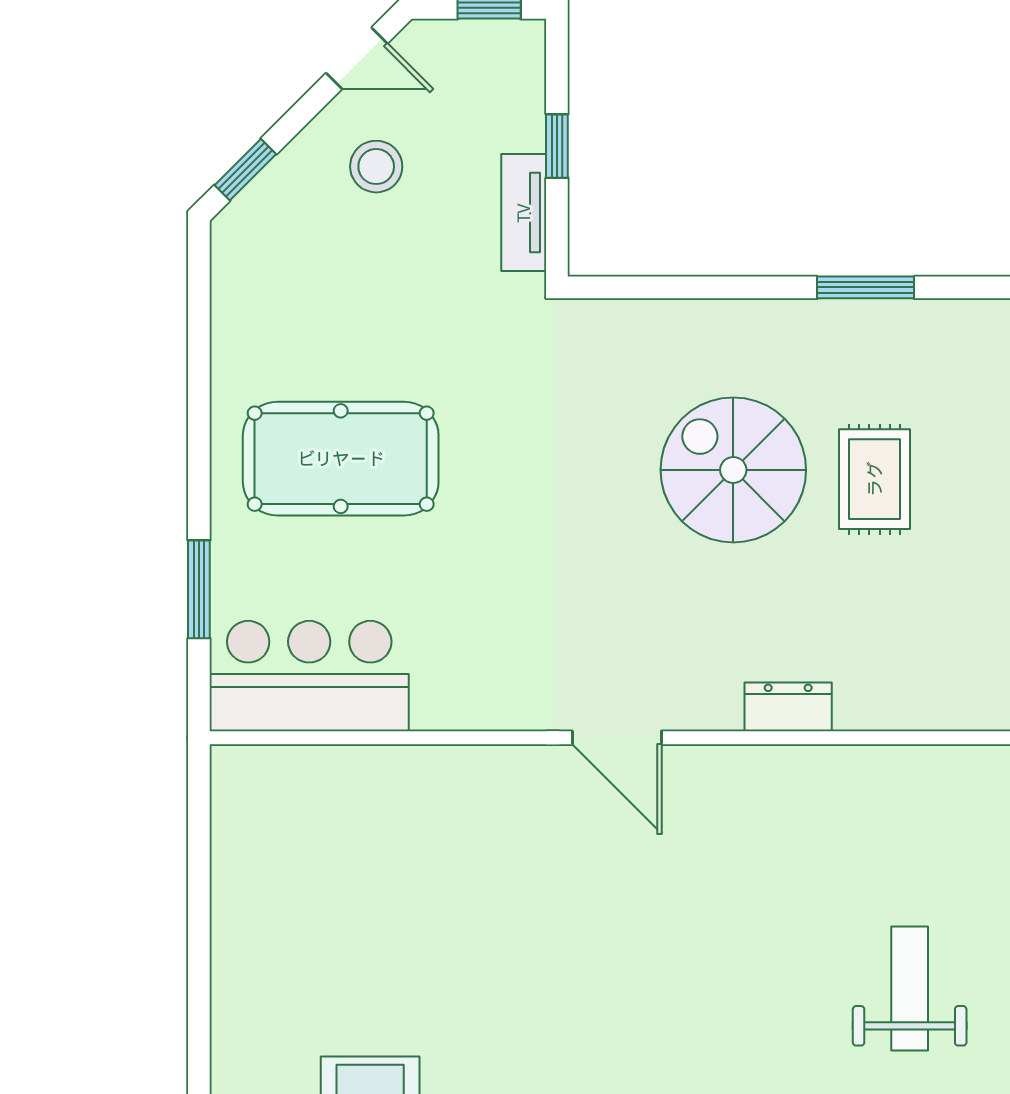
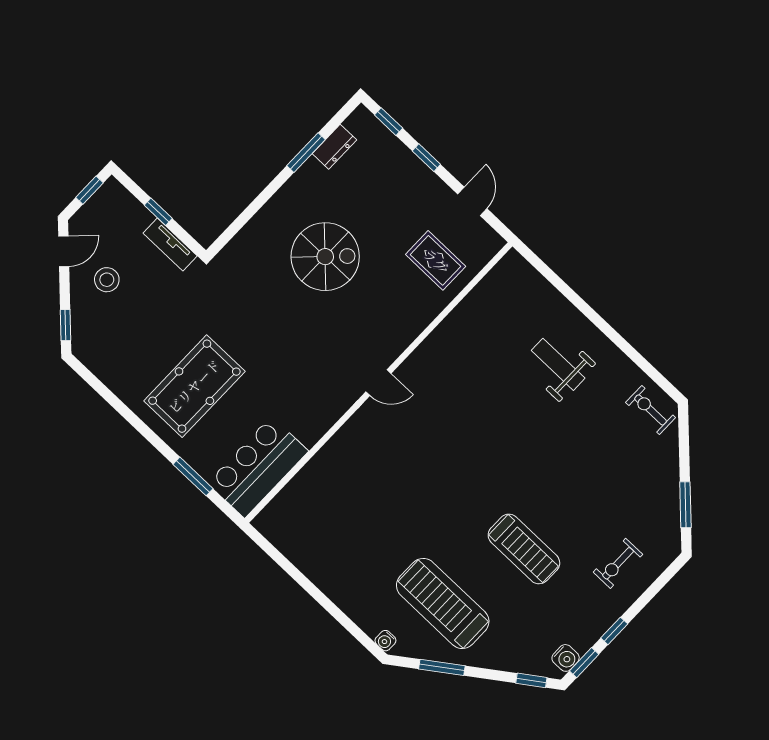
spiral stairs: (733, 470) -> (325, 257), turned 180
rug: (875, 479) -> (436, 260), moved
dresser: (788, 707) -> (334, 147), moved, turned 180
door: (617, 738) -> (378, 383), width x0.73

